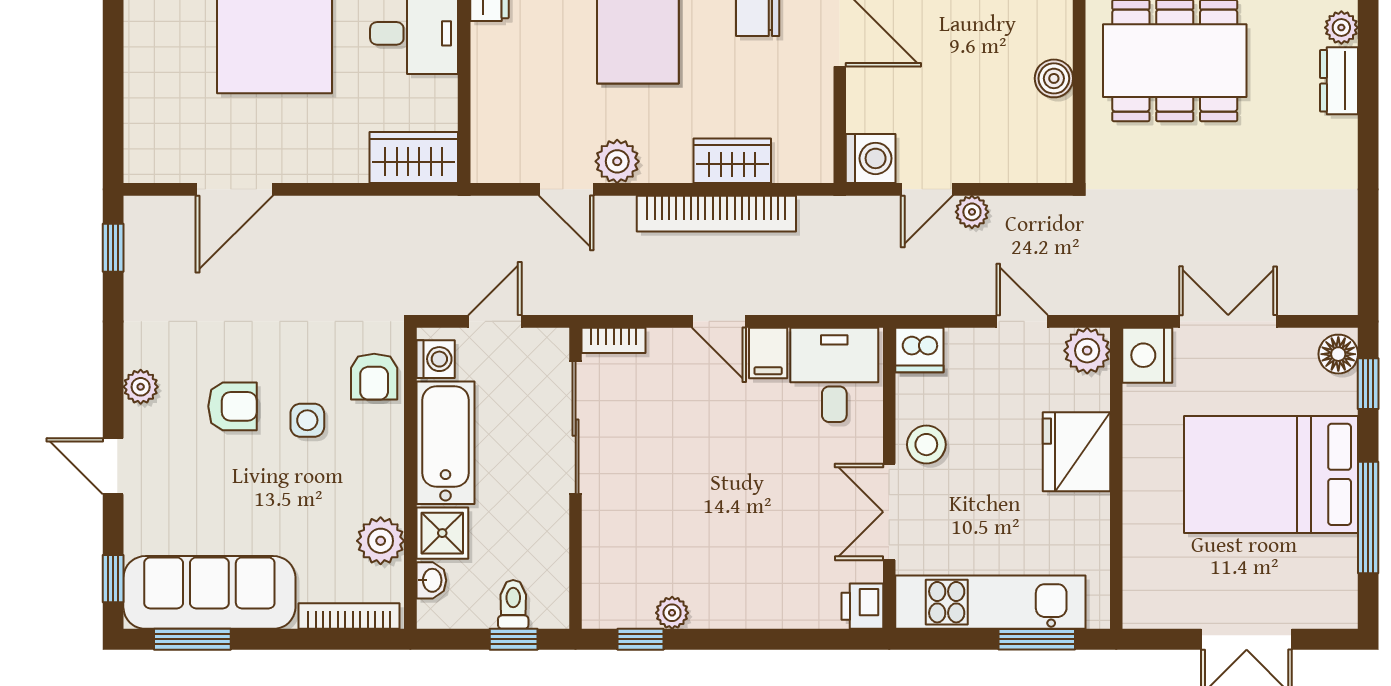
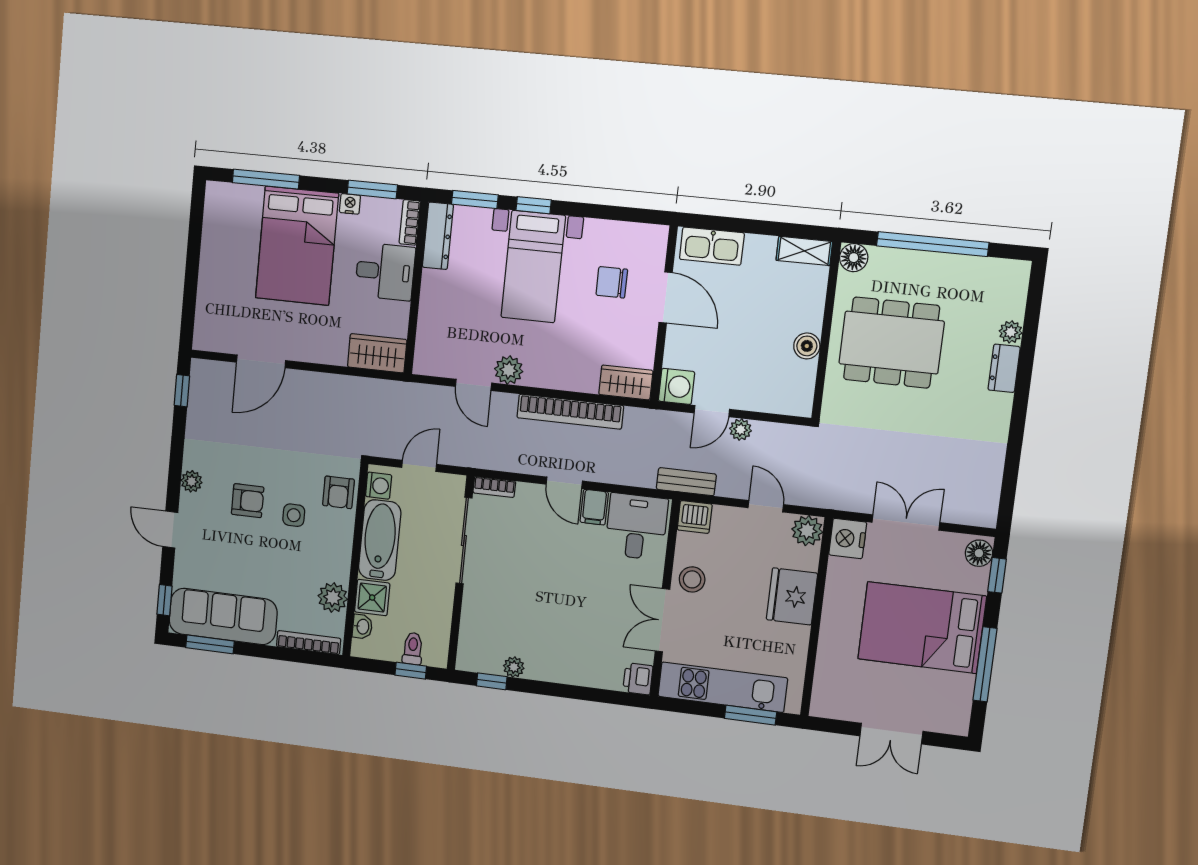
wardrobe: (732, 161) -> (626, 382), moved
bench: (901, 299) -> (686, 482), added

